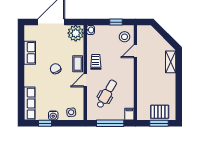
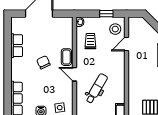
plant: (76, 33) -> (64, 25), removed
trolley: (96, 62) -> (90, 41), moved
door: (85, 80) -> (74, 74), hinge flipped

